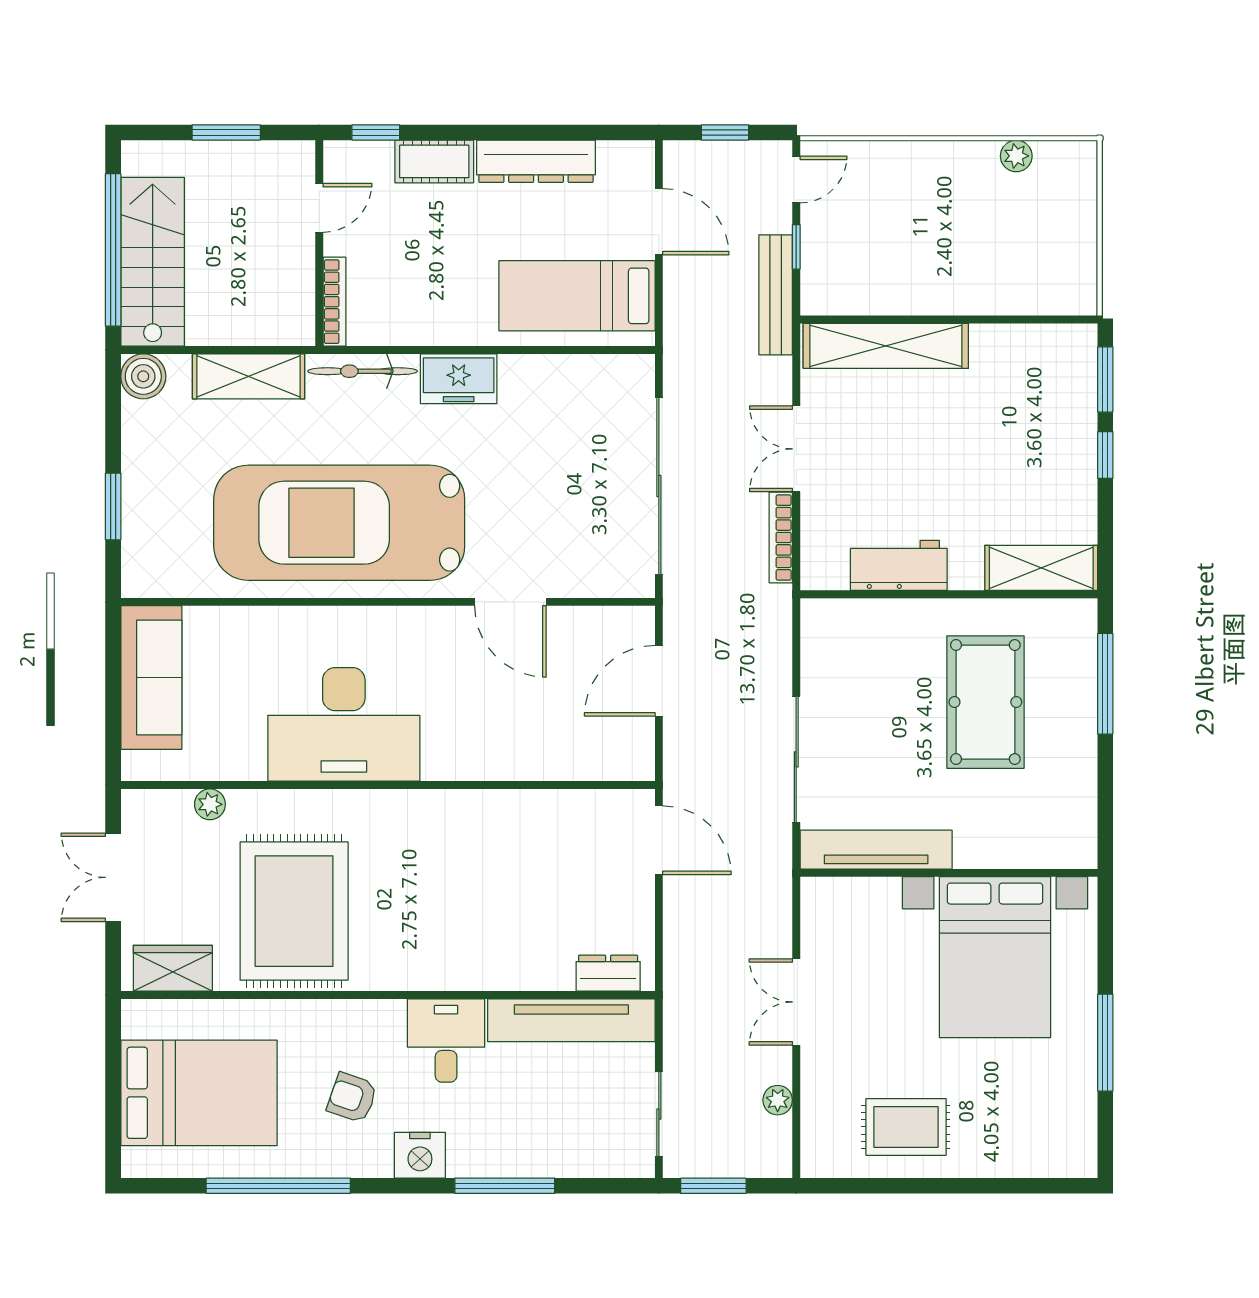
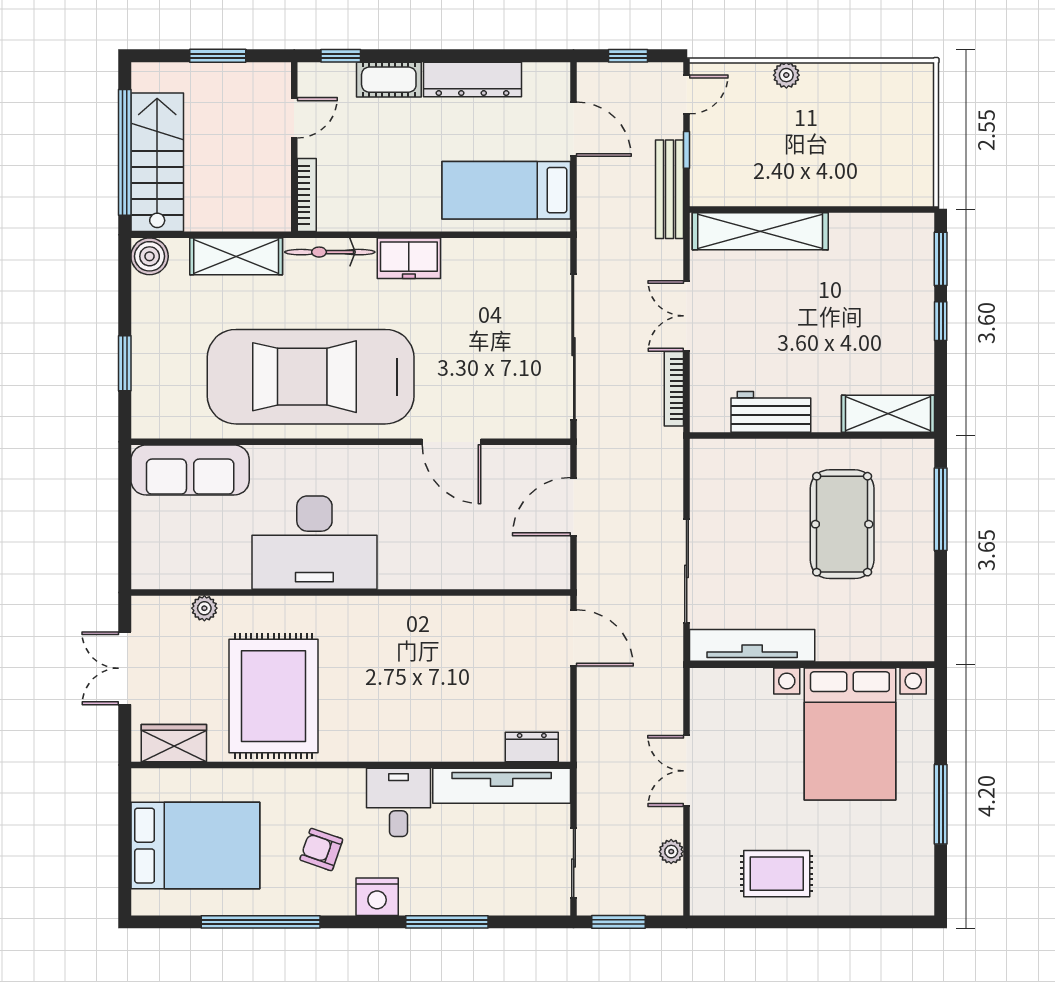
plant: (1016, 156) -> (786, 75), moved
sofa: (151, 678) -> (190, 470), moved, turned 90

